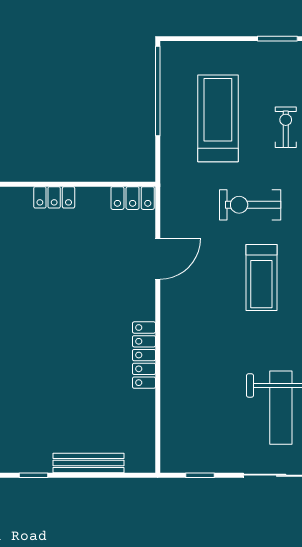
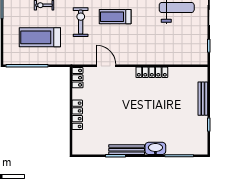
locker: (54, 197) -> (77, 115), width x1.53
exercise bike: (250, 205) -> (81, 22), turned 180
treadmill: (261, 278) -> (115, 17), turned 180

